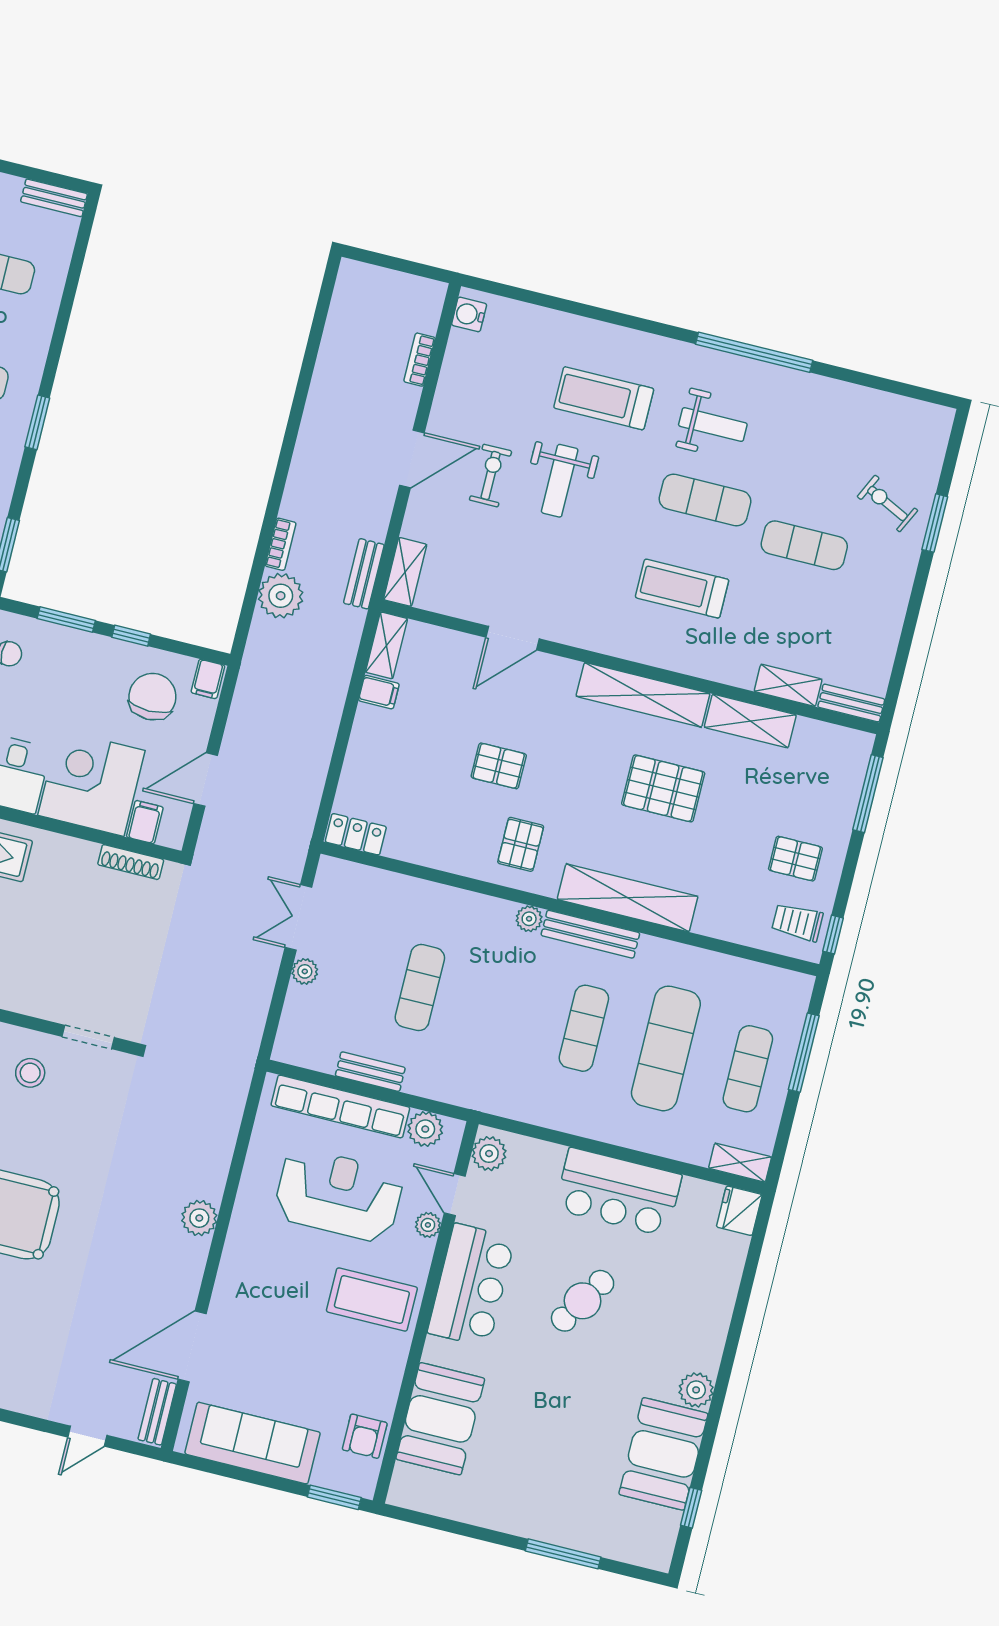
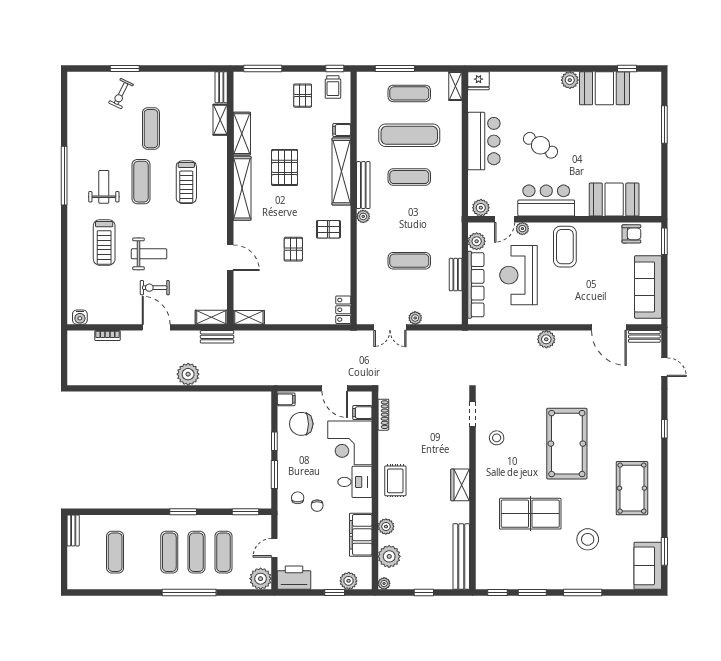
bookcase: (281, 544) -> (213, 380), removed
plant: (281, 596) -> (188, 374), moved
filing cabinet: (379, 692) -> (342, 130), moved, turned -90

